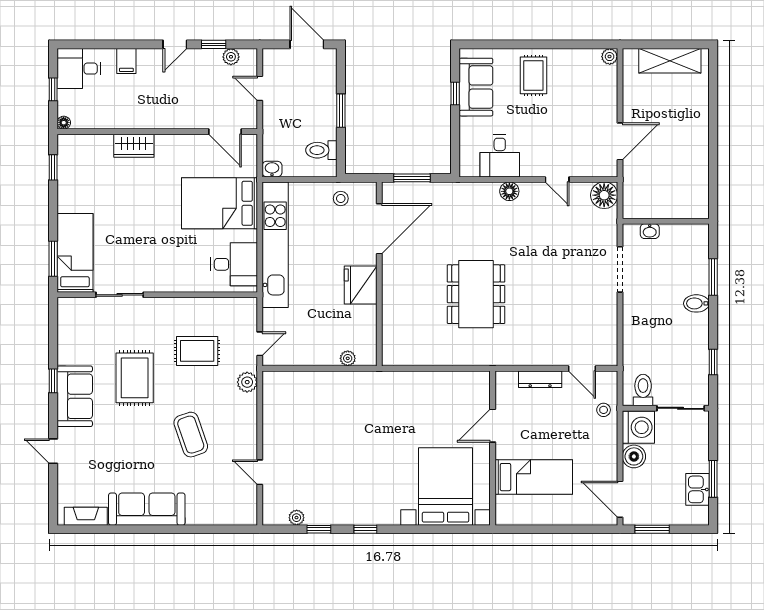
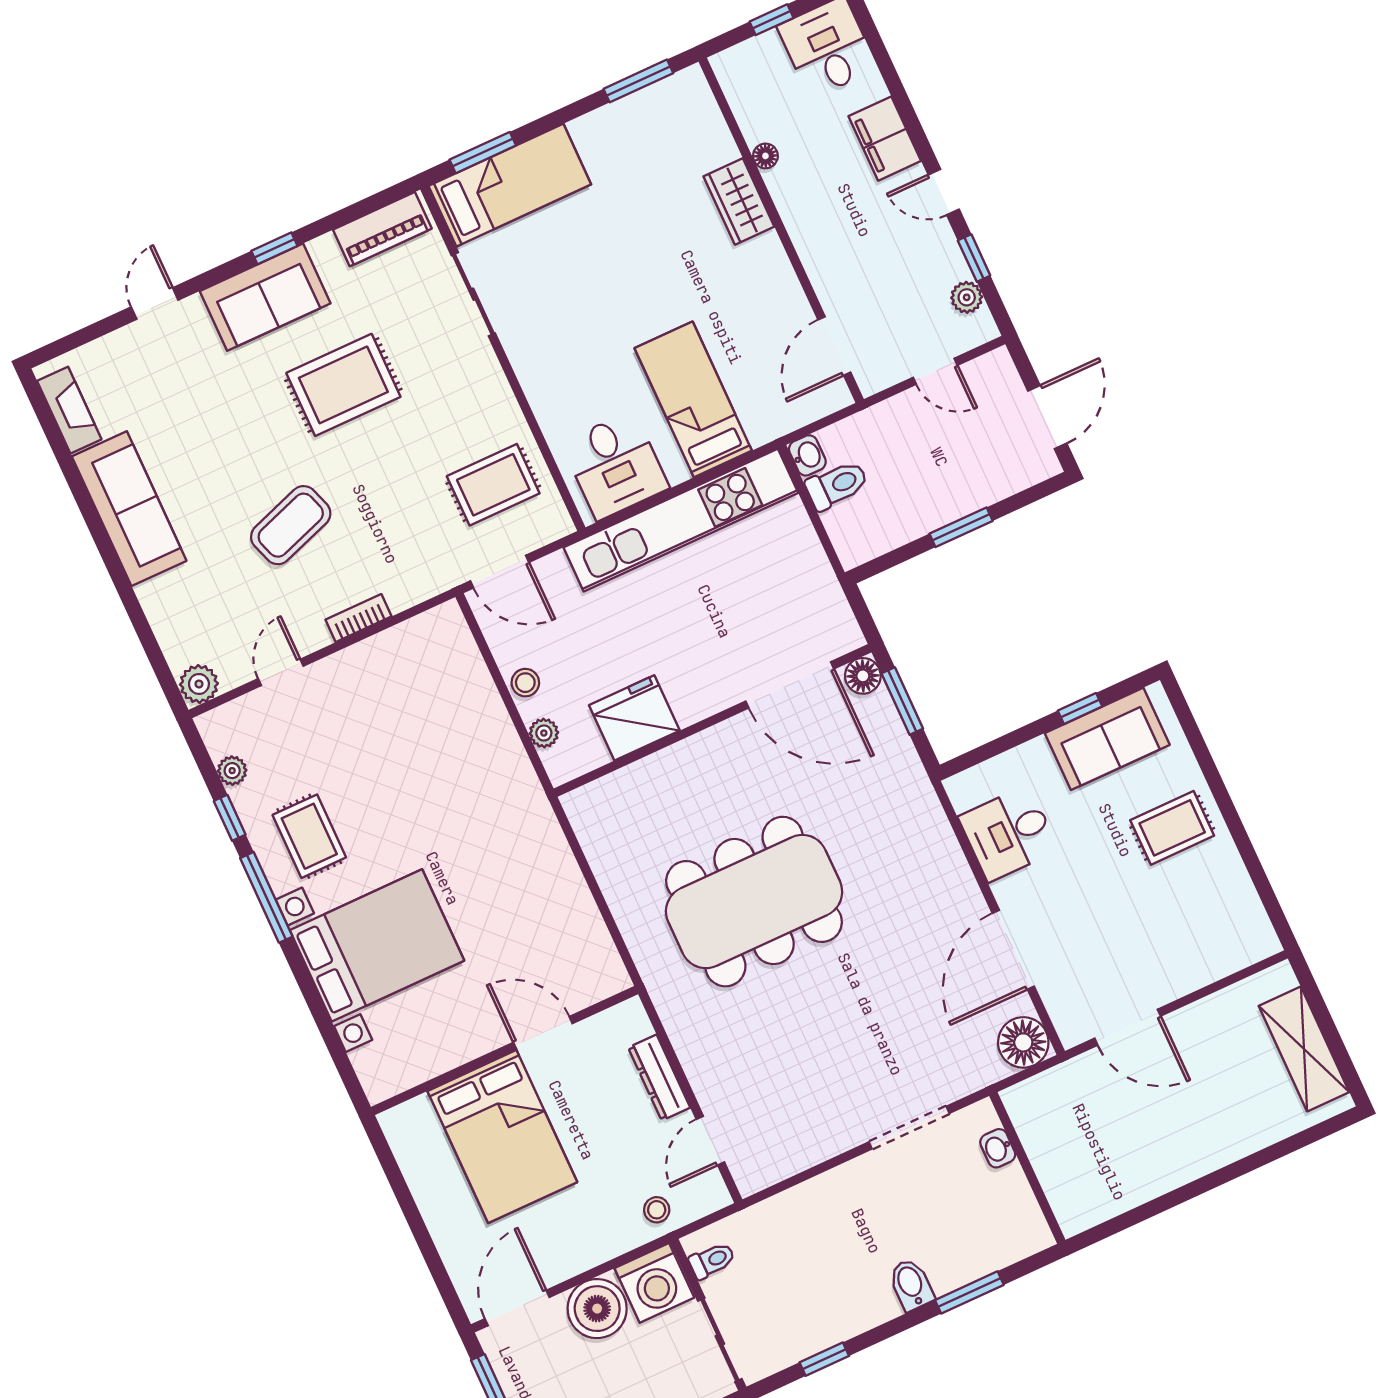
plant: (610, 57) -> (1264, 943), removed
filing cabinet: (126, 61) -> (885, 139), width x2.00
door: (260, 88) -> (935, 371), swing flipped
floor lamp: (64, 123) -> (765, 156), moved
toilet: (321, 150) -> (837, 485), moved, turned 90
window: (53, 167) -> (638, 81), width x1.50
door: (557, 179) -> (1013, 950), width x1.87
floor lamp: (509, 191) -> (863, 676), moved
stool: (341, 198) -> (525, 683), moved
bed: (220, 203) -> (693, 399), width x0.67
fridge: (361, 285) -> (634, 718), moved
dining table: (476, 294) -> (754, 902), width x1.36, depth x1.24
piano: (68, 324) -> (382, 229), added
door: (260, 344) -> (500, 572), width x1.38
rug: (197, 351) -> (493, 485), moved, turned 90
plant: (247, 382) -> (199, 684), moved
toilet: (643, 390) -> (712, 1261), width x0.73, depth x0.72
bookcase: (251, 422) -> (359, 618), added
boiler: (634, 456) -> (597, 1309), width x1.37, depth x1.37
bed: (534, 477) -> (502, 1137), width x1.50
bed with nightstands: (446, 486) -> (377, 945), moved
rug: (345, 495) -> (309, 836), added
window: (365, 529) -> (266, 897), width x2.17

